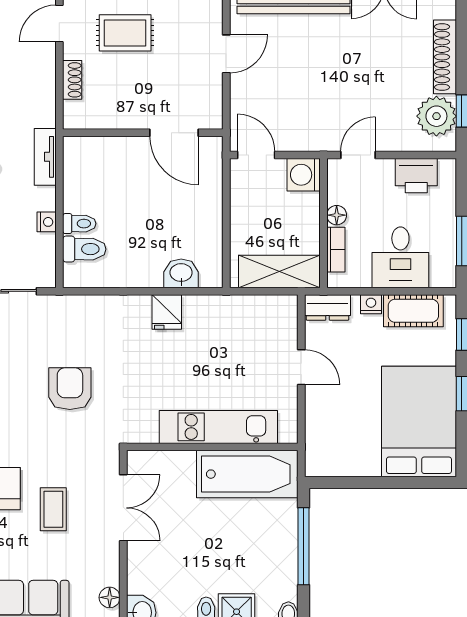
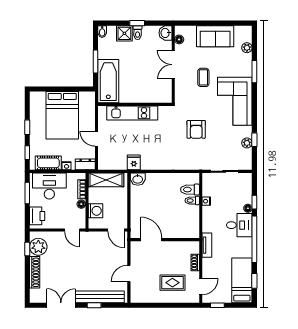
door: (358, 155) -> (72, 230), hinge flipped
tv unit: (45, 157) -> (207, 245), moved
washing machine: (304, 175) -> (96, 211), moved
printer: (416, 176) -> (37, 216), moved, turned 90
desk: (400, 257) -> (49, 186), width x1.37
washbasin: (181, 273) -> (138, 179), moved
fridge: (167, 312) -> (134, 162), moved
bed: (419, 421) -> (62, 115), moved
bathtub: (247, 474) -> (108, 81), moved, turned 90
double door: (123, 508) -> (173, 65), moved
window: (303, 546) -> (96, 62), width x0.69

